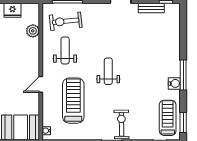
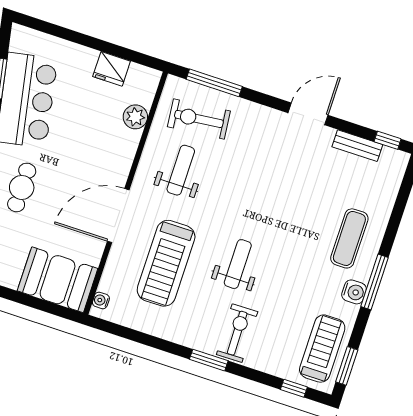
exercise mat: (163, 57) -> (349, 238), added
weight bench: (108, 71) -> (238, 264), moved
door: (41, 84) -> (118, 216), width x1.87
treadmill: (73, 101) -> (166, 263), turned 180

